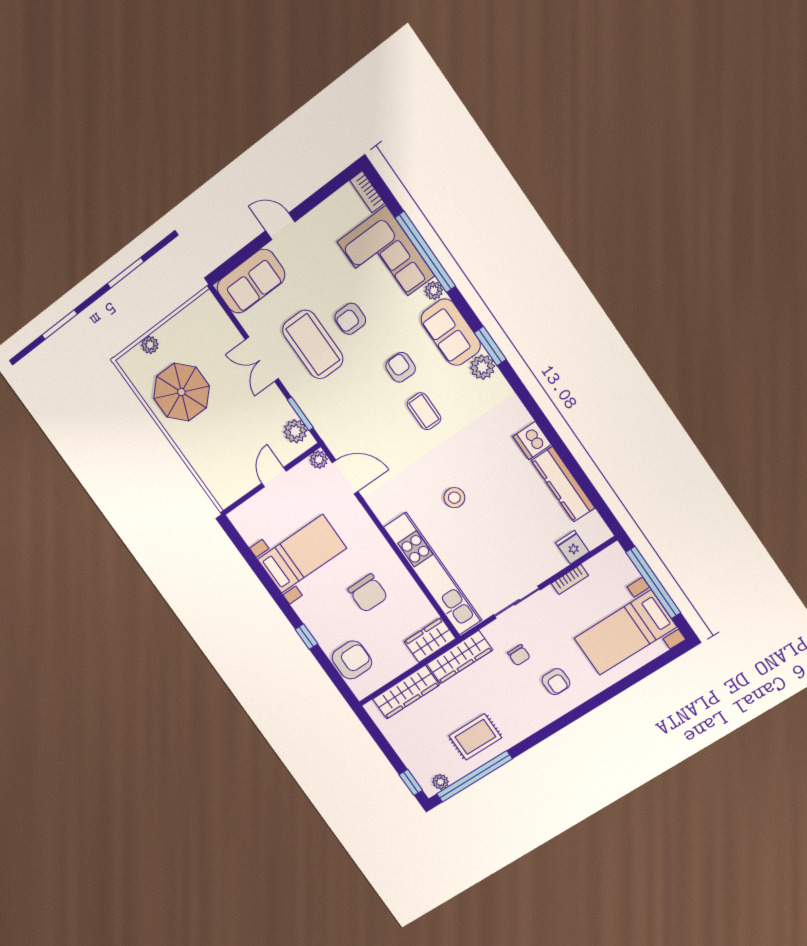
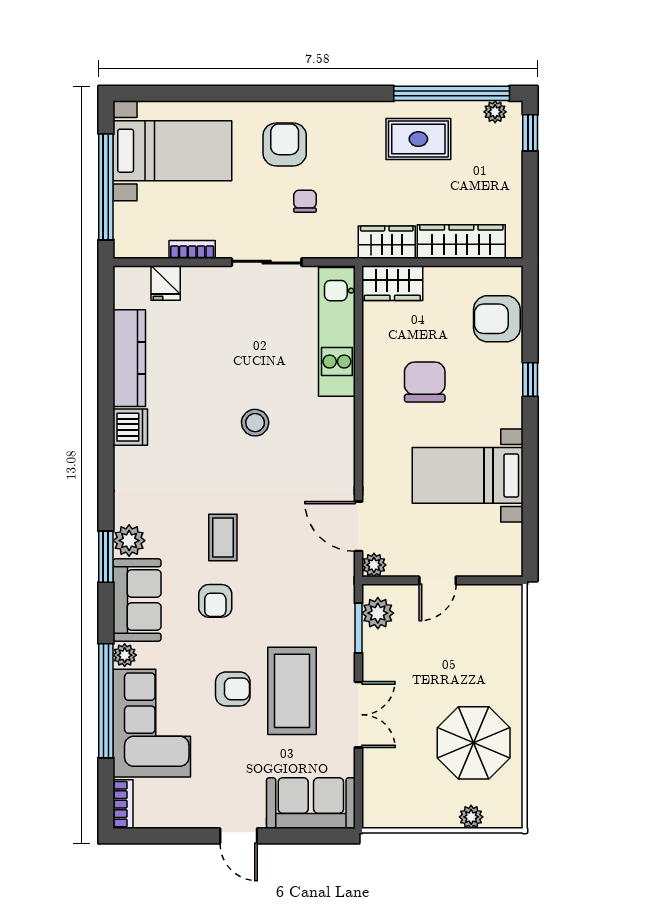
kitchen unit: (433, 574) -> (337, 332), width x0.73
wardrobe: (459, 657) -> (387, 242), width x0.67
armchair: (556, 682) -> (285, 144), width x1.38, depth x1.38

